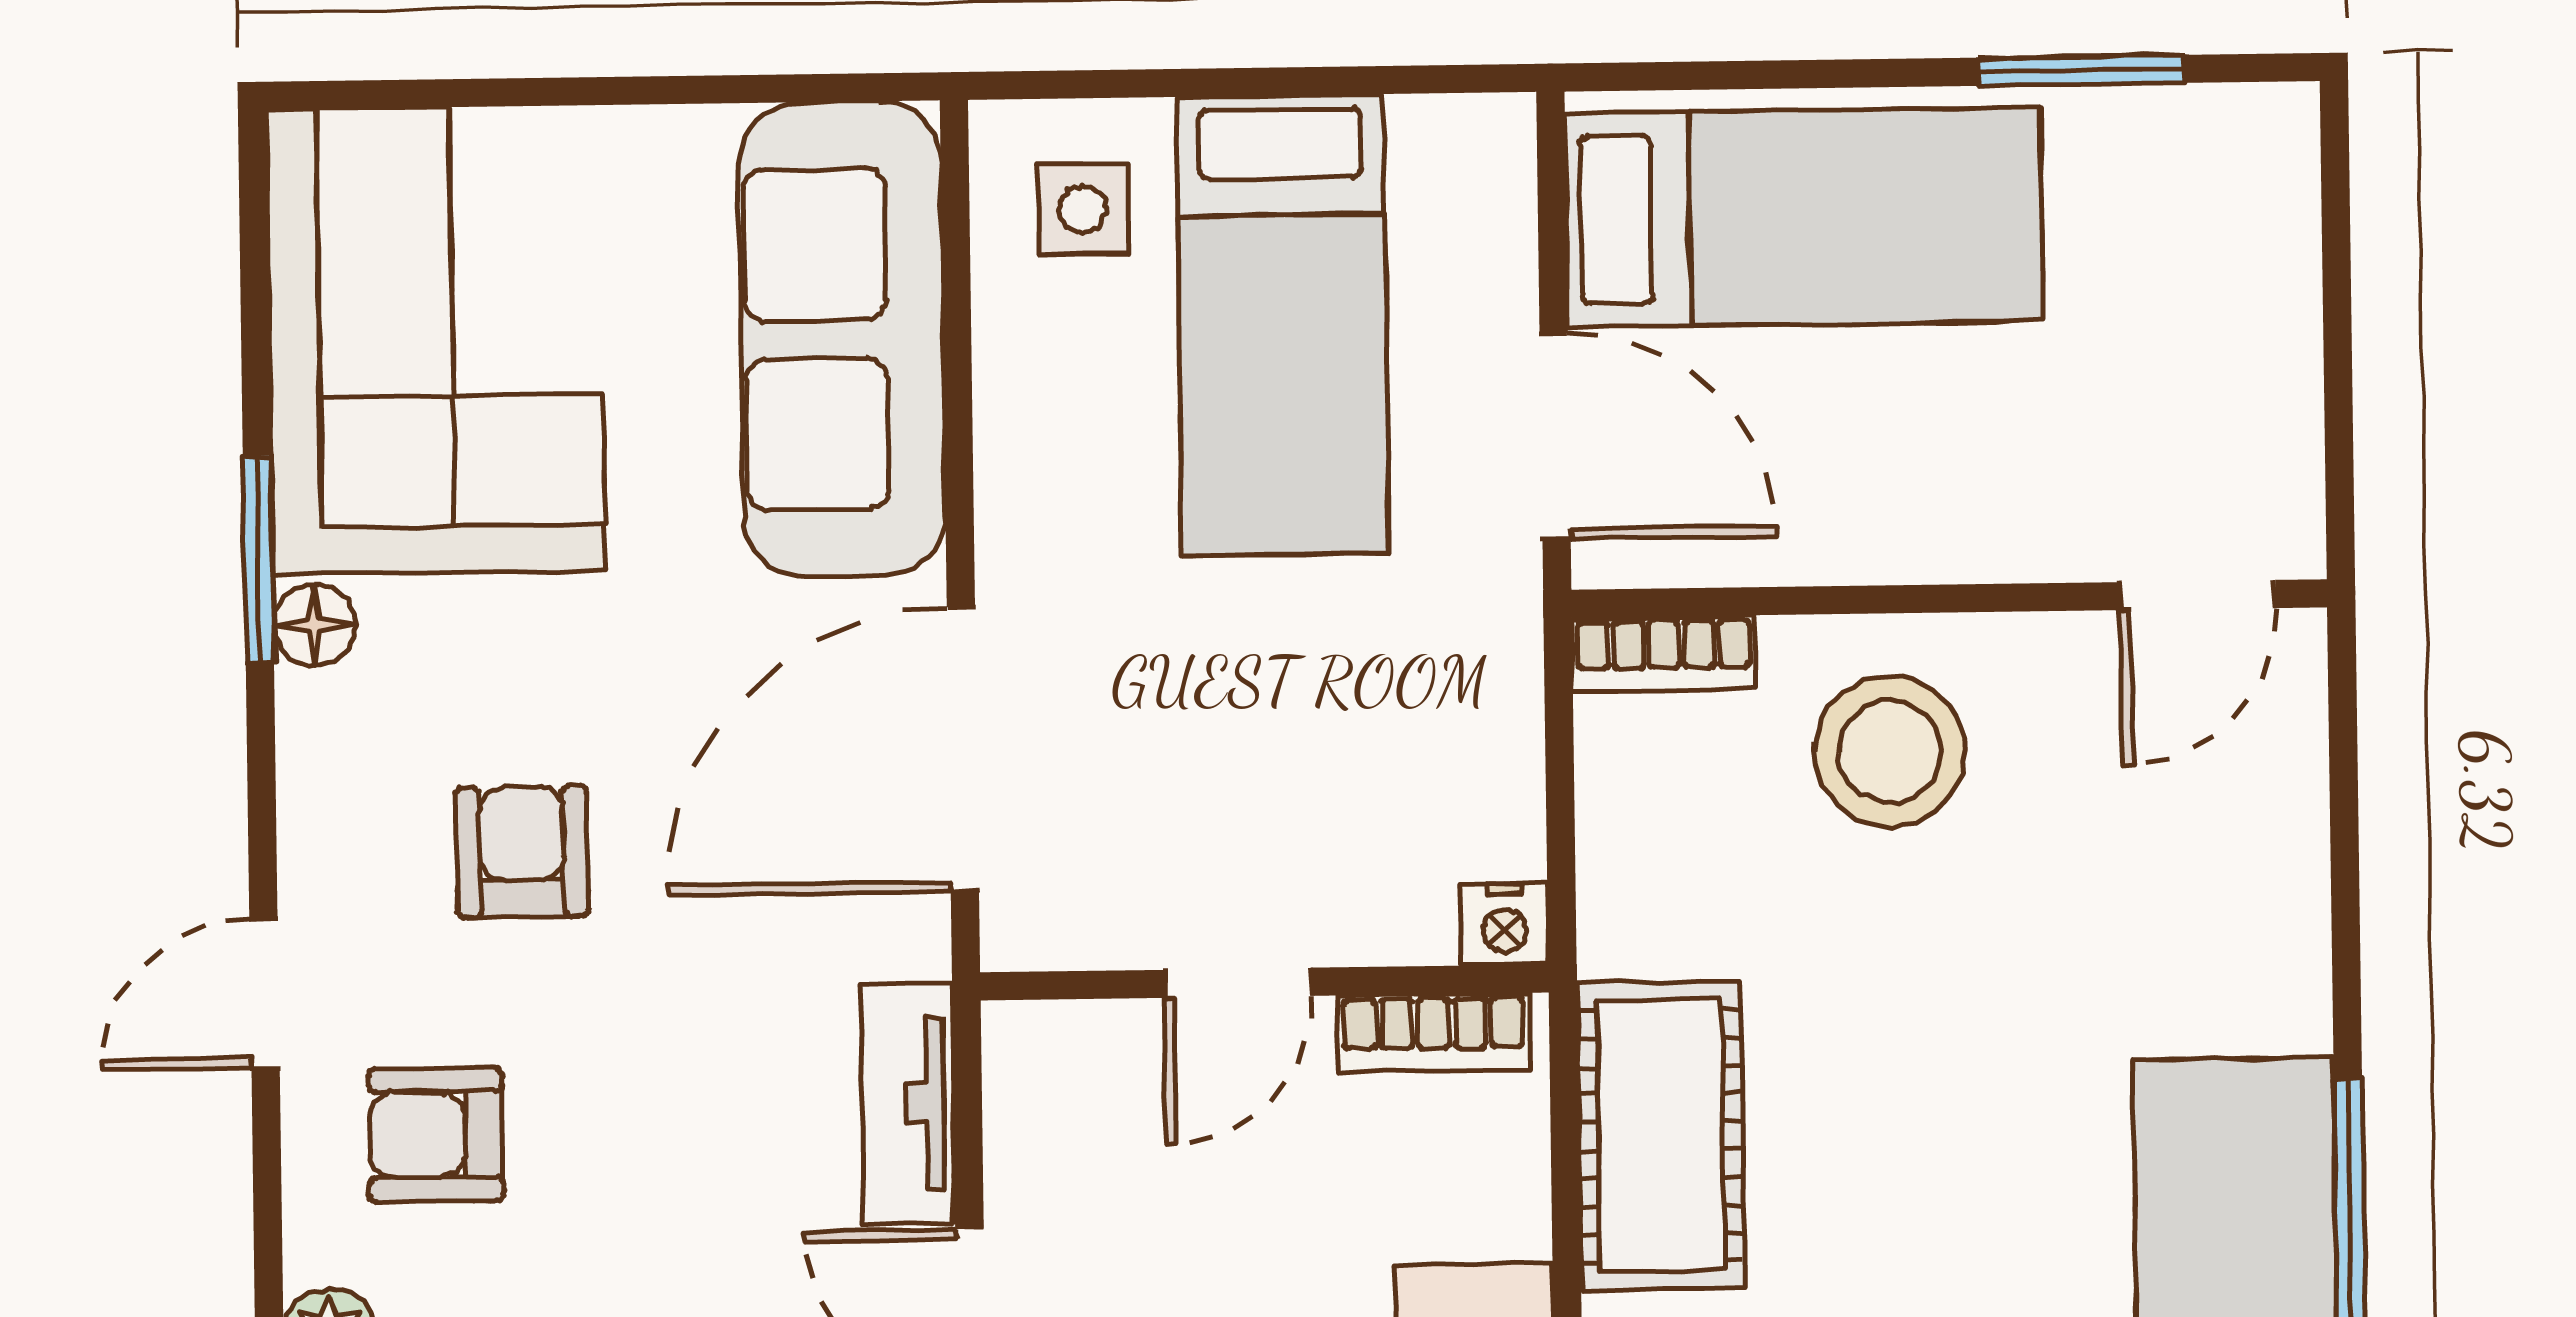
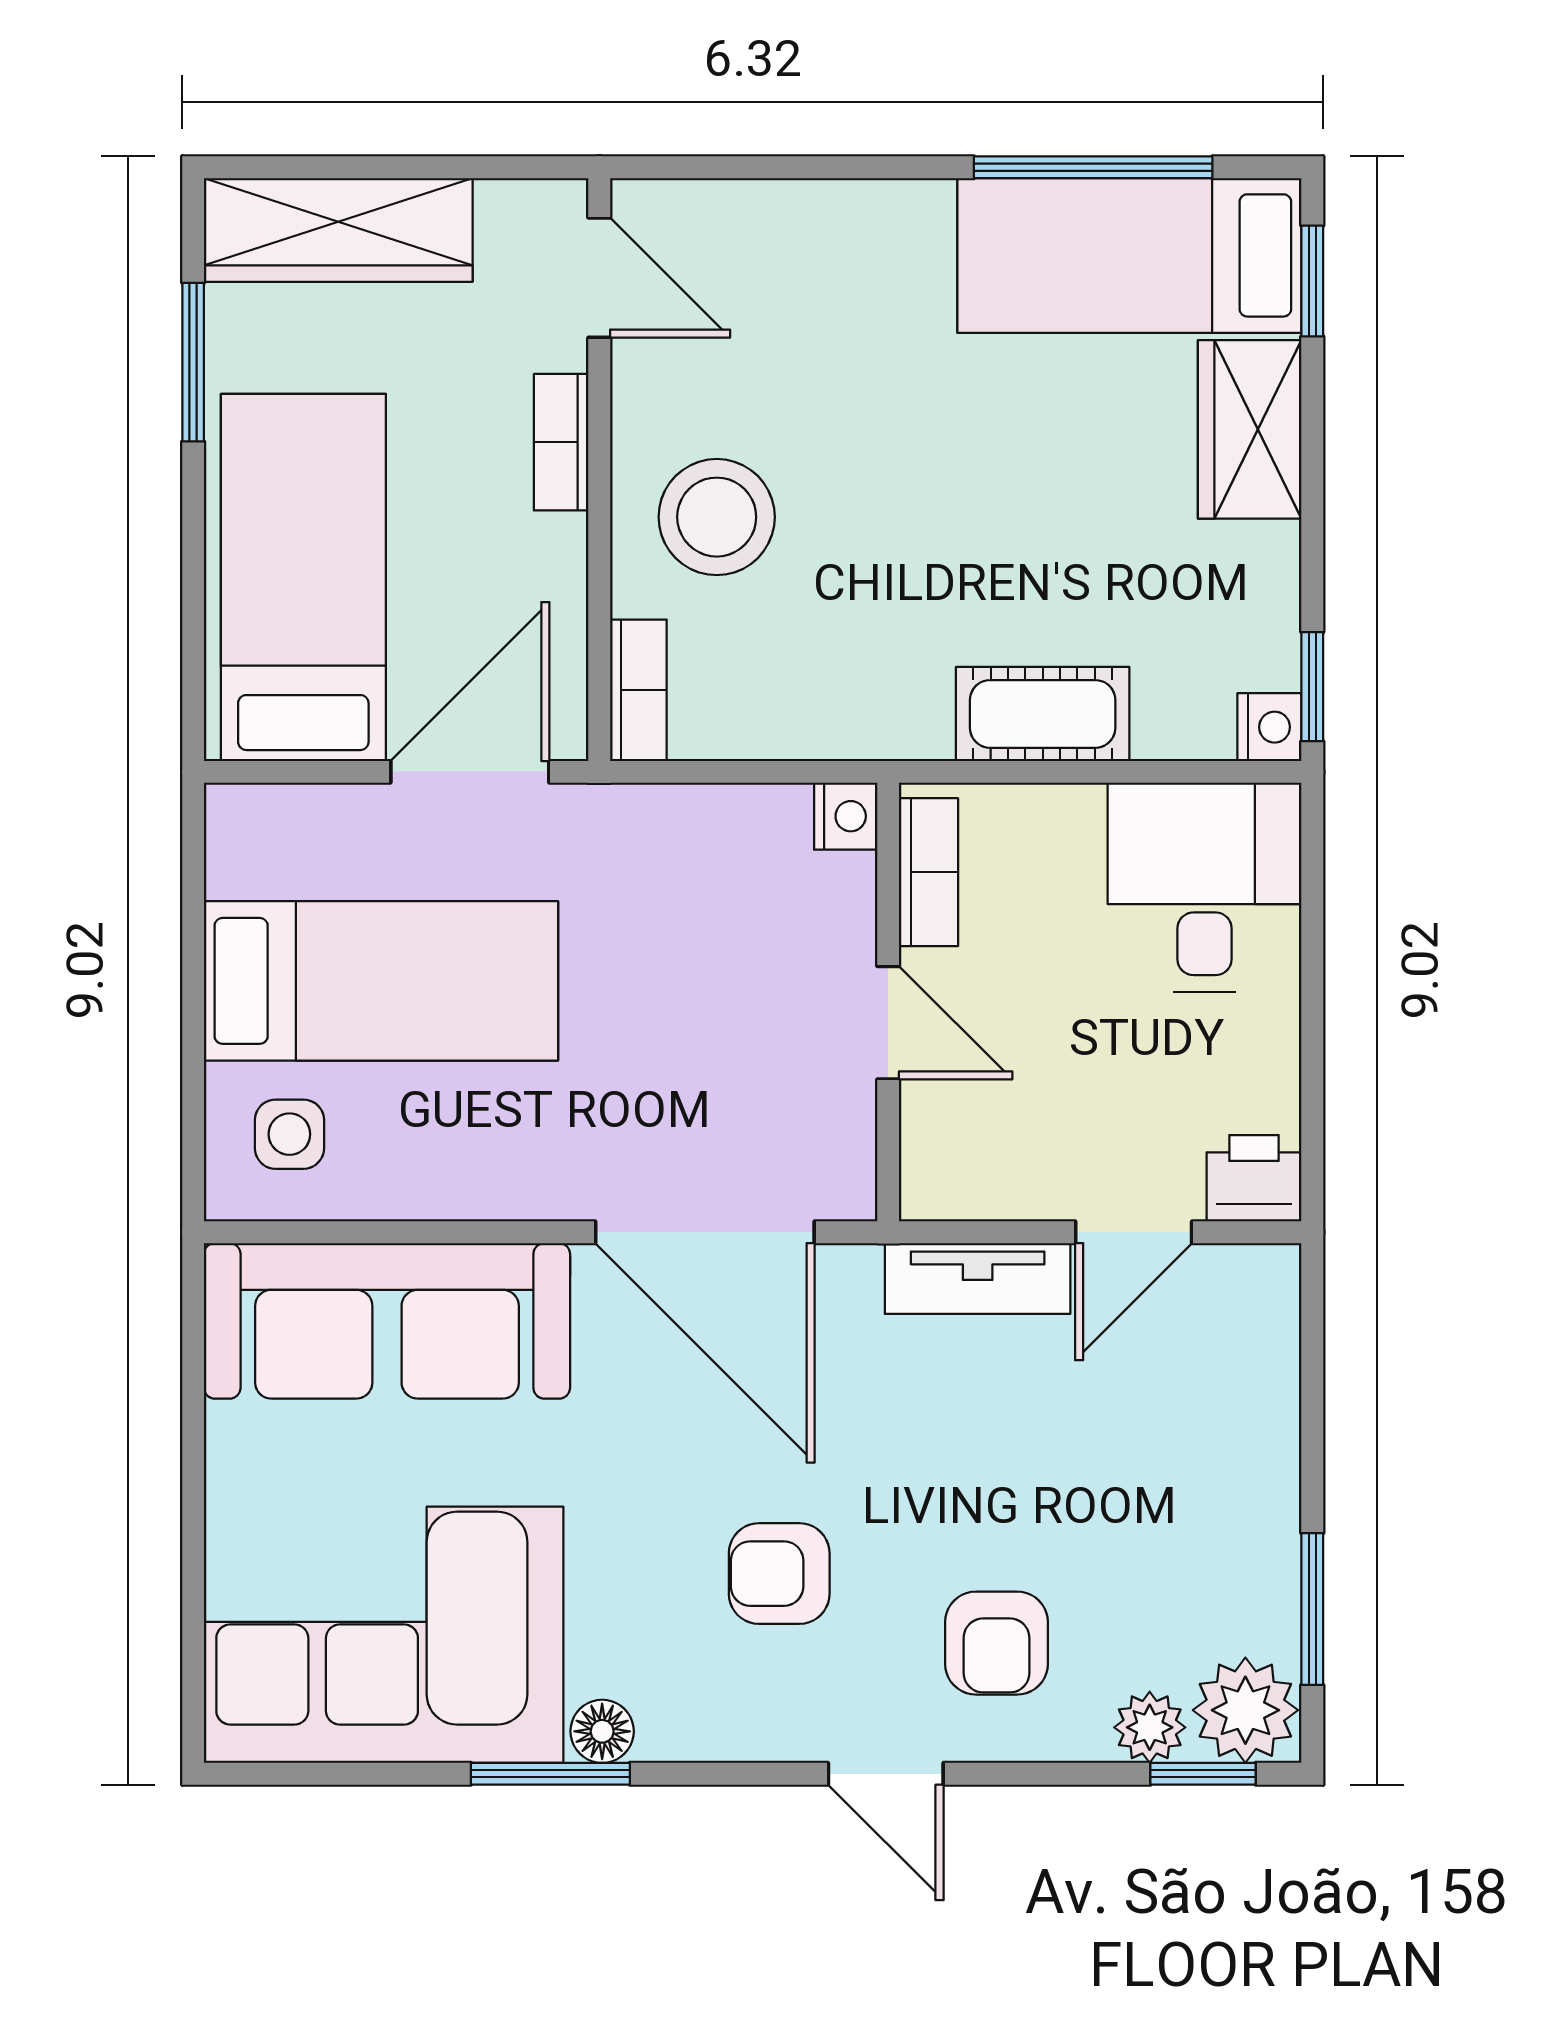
wardrobe: (2255, 256) -> (338, 230), added
bookcase: (1984, 549) -> (561, 442), added
cot: (1661, 1136) -> (1043, 714), width x0.73, depth x0.75

